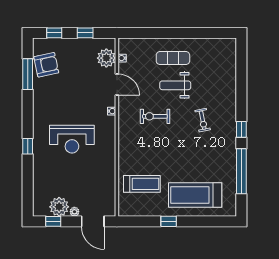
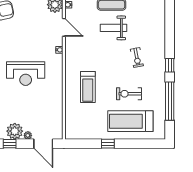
exercise bike: (155, 116) -> (129, 94), moved
treadmill: (142, 184) -> (88, 87), moved, turned 90

